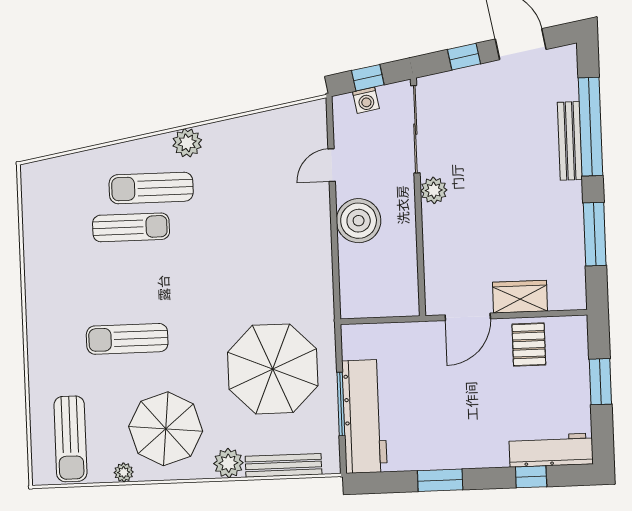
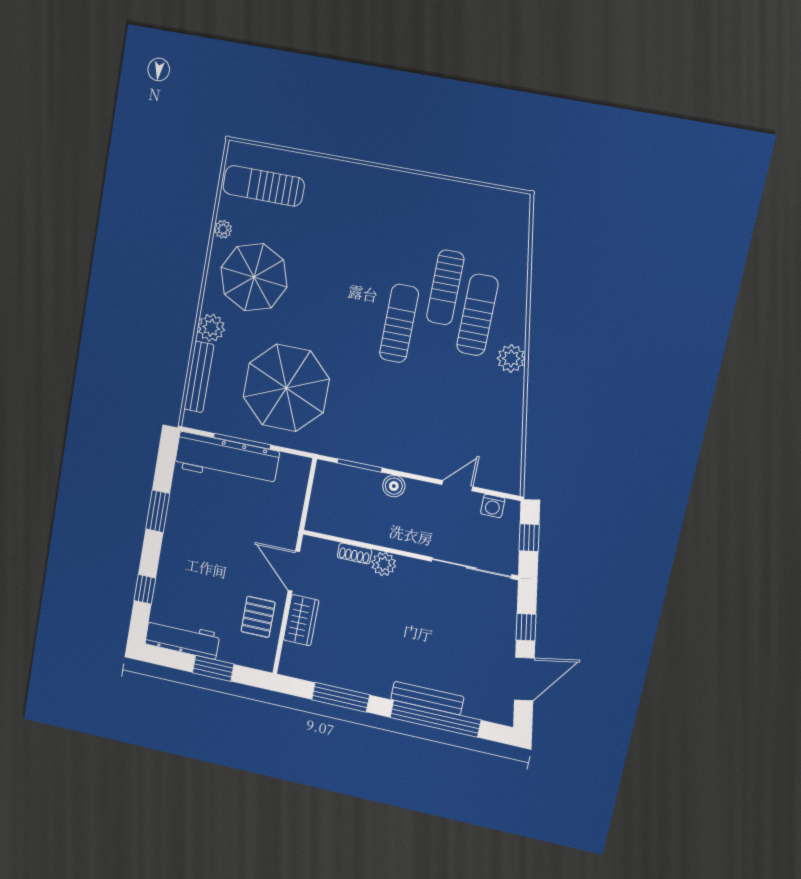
washing machine: (366, 100) -> (493, 506), moved, turned -80
door: (332, 165) -> (457, 486), hinge flipped
plant: (434, 190) -> (384, 564), moved
boiler: (359, 221) -> (394, 486), width x0.54, depth x0.54
shoe rack: (432, 256) -> (355, 553), added
window: (336, 272) -> (360, 465), added
sun lounger: (127, 339) -> (399, 323), moved
pallet: (529, 345) -> (258, 617), turned 90
workbench: (551, 450) -> (182, 639), moved, turned -90

